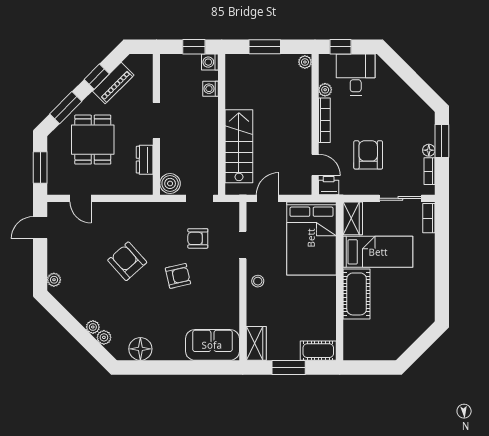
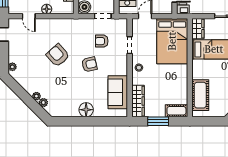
floor lamp: (109, 187) -> (47, 9), added
cot: (357, 294) -> (200, 95), moved
wardrobe: (256, 343) -> (138, 101), width x1.50
sofa: (212, 345) -> (118, 92), moved, turned -90
floor lamp: (140, 349) -> (86, 110), moved

